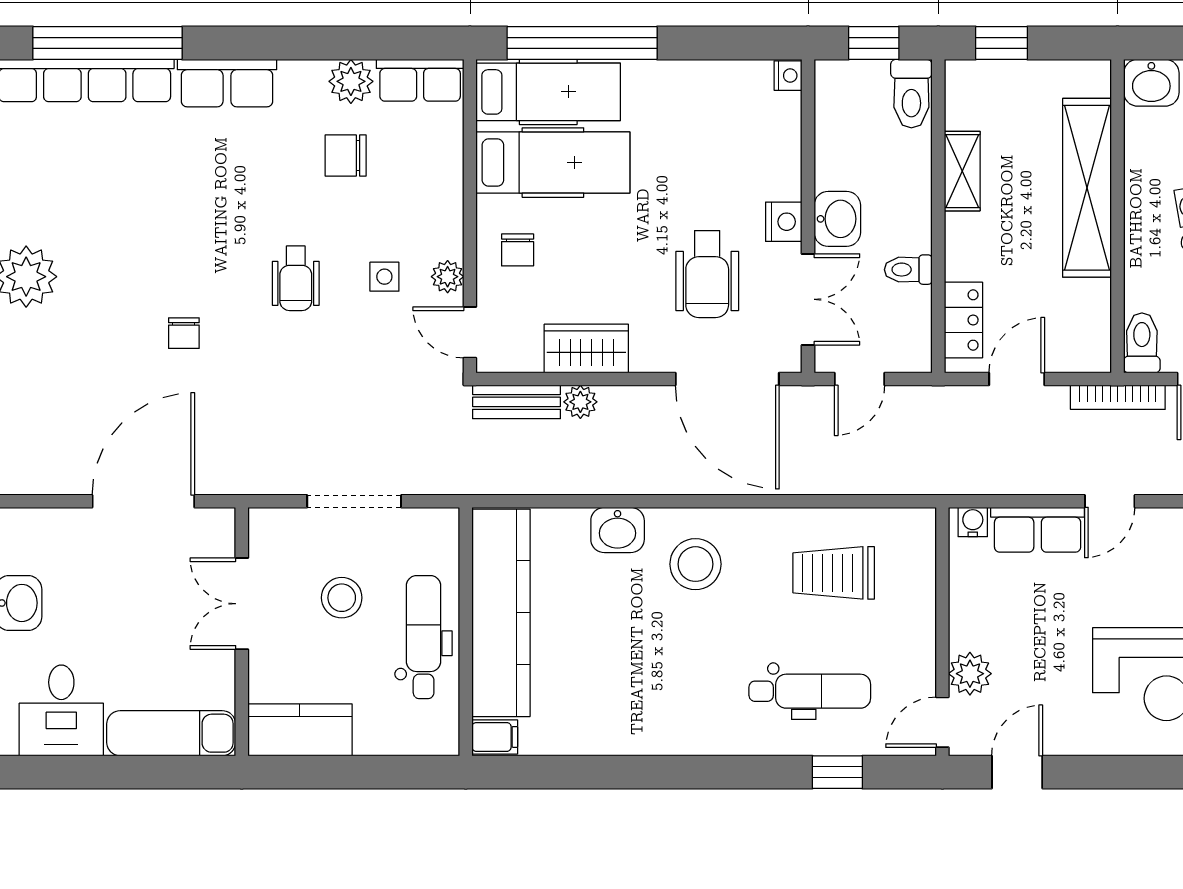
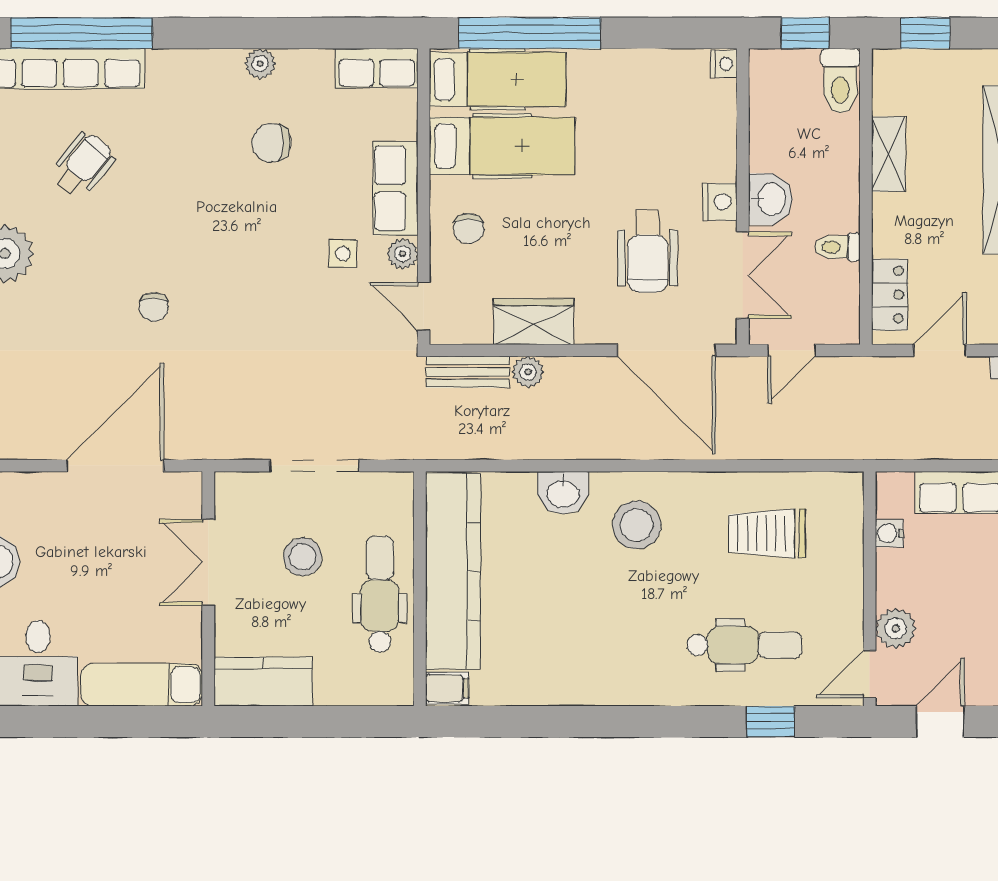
plant: (351, 81) -> (260, 64), moved, width x0.73, depth x0.73
row of seats: (227, 83) -> (395, 188), moved, turned 90
chair: (346, 156) -> (271, 143), moved
wheelchair: (296, 278) -> (83, 165), moved, turned -141
water cooler: (973, 522) -> (889, 533), moved, turned -90

